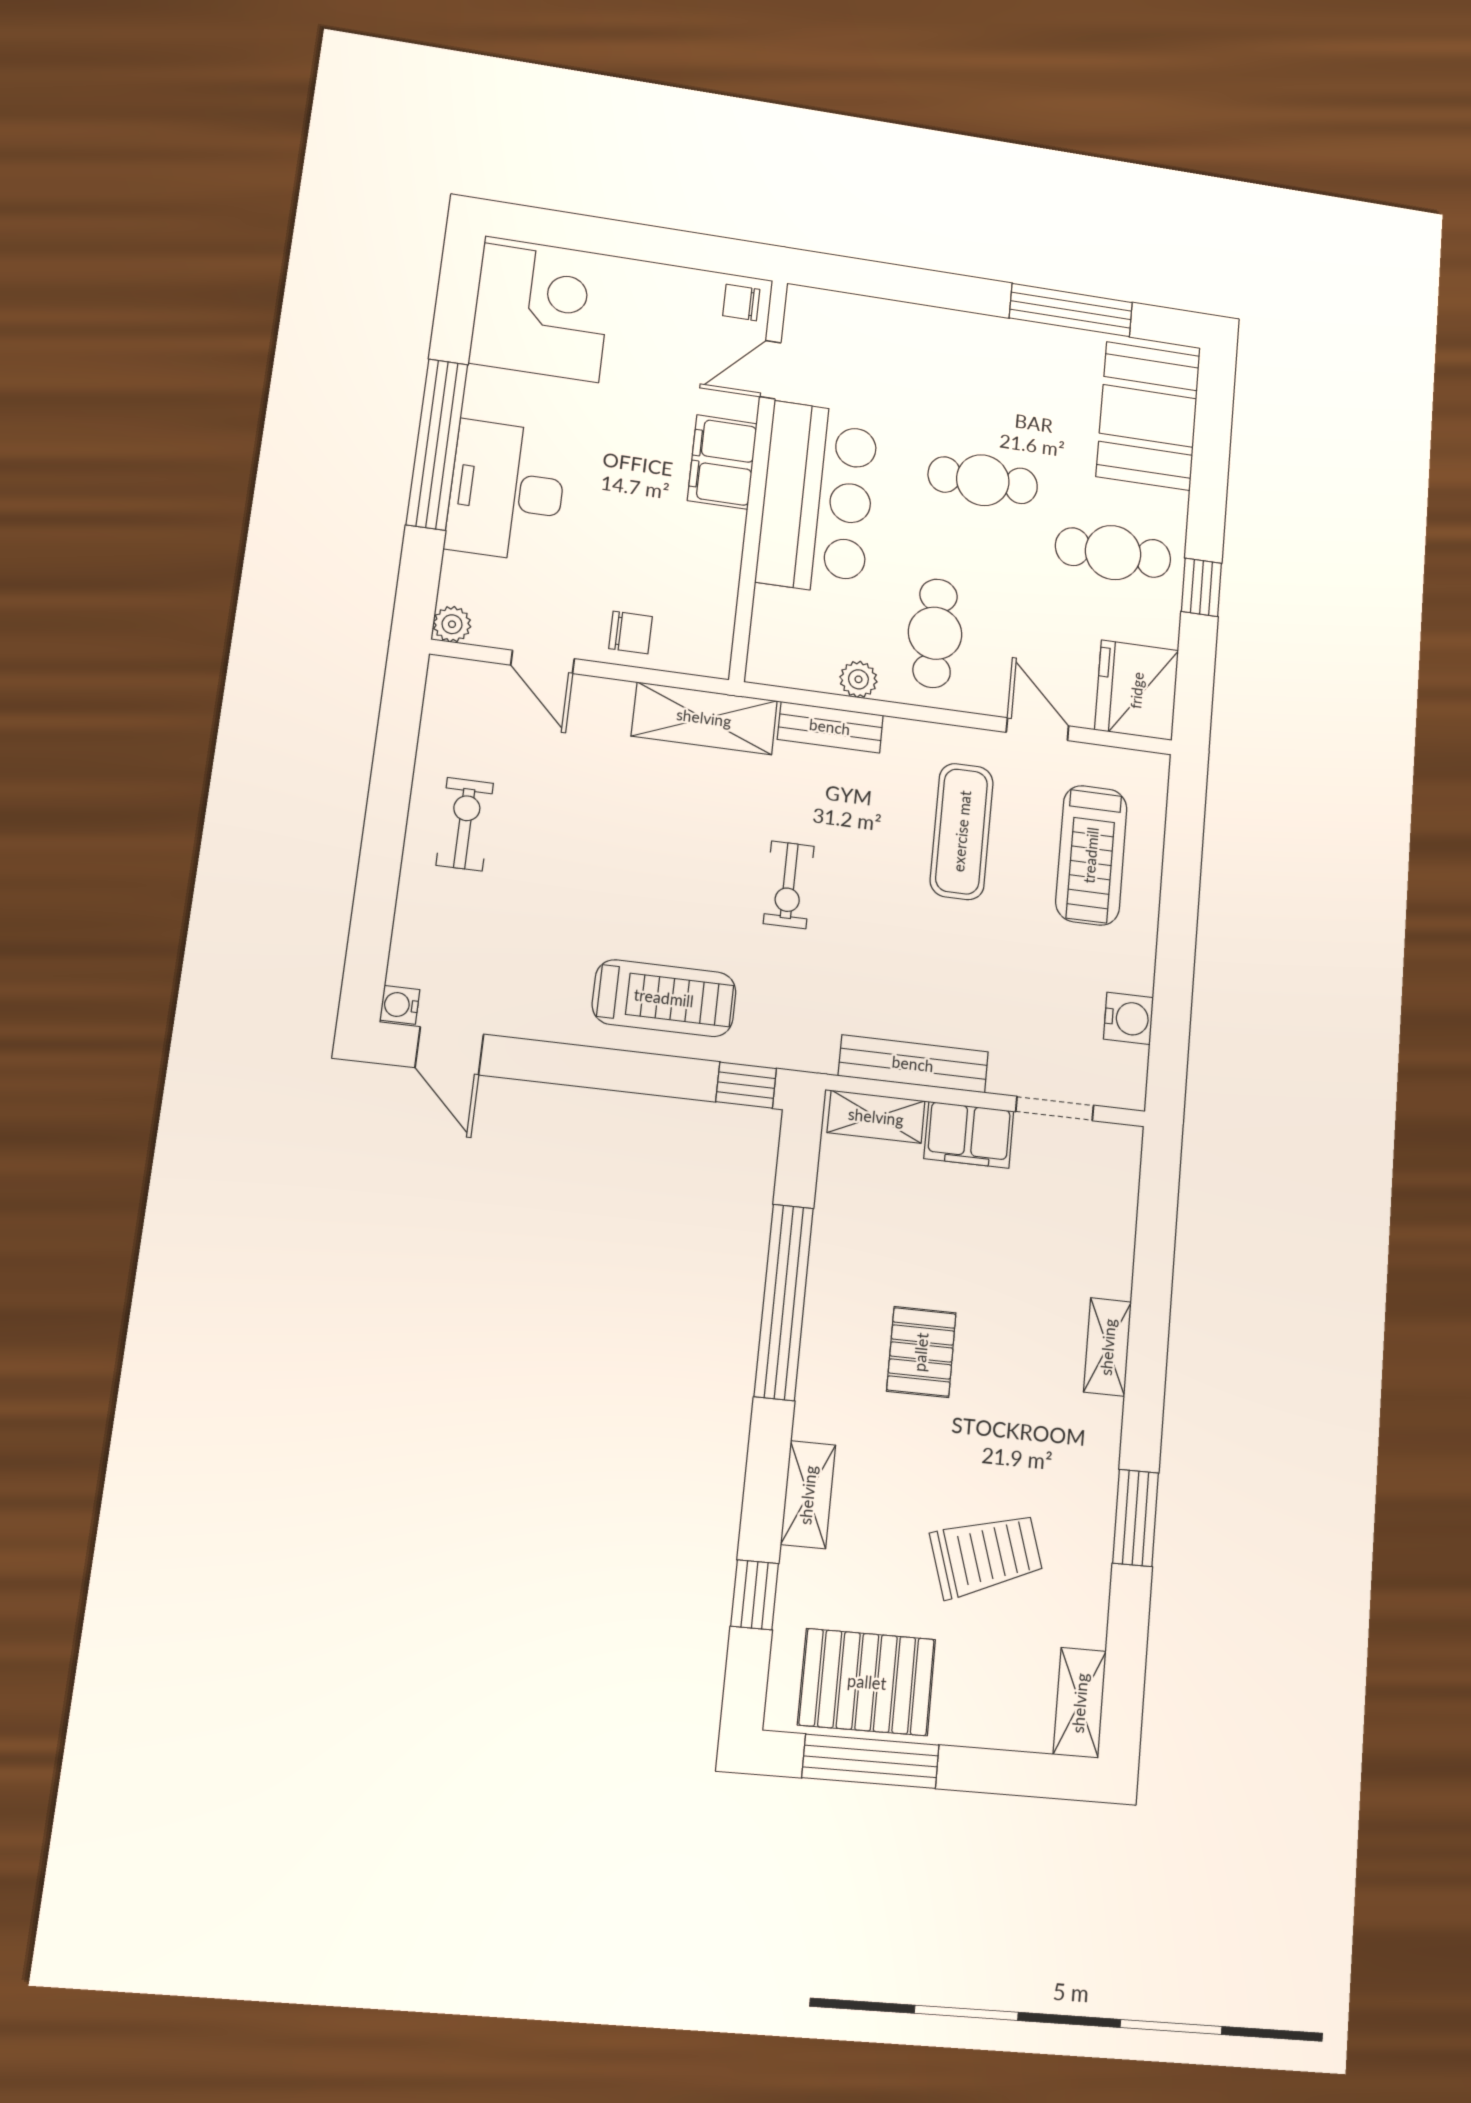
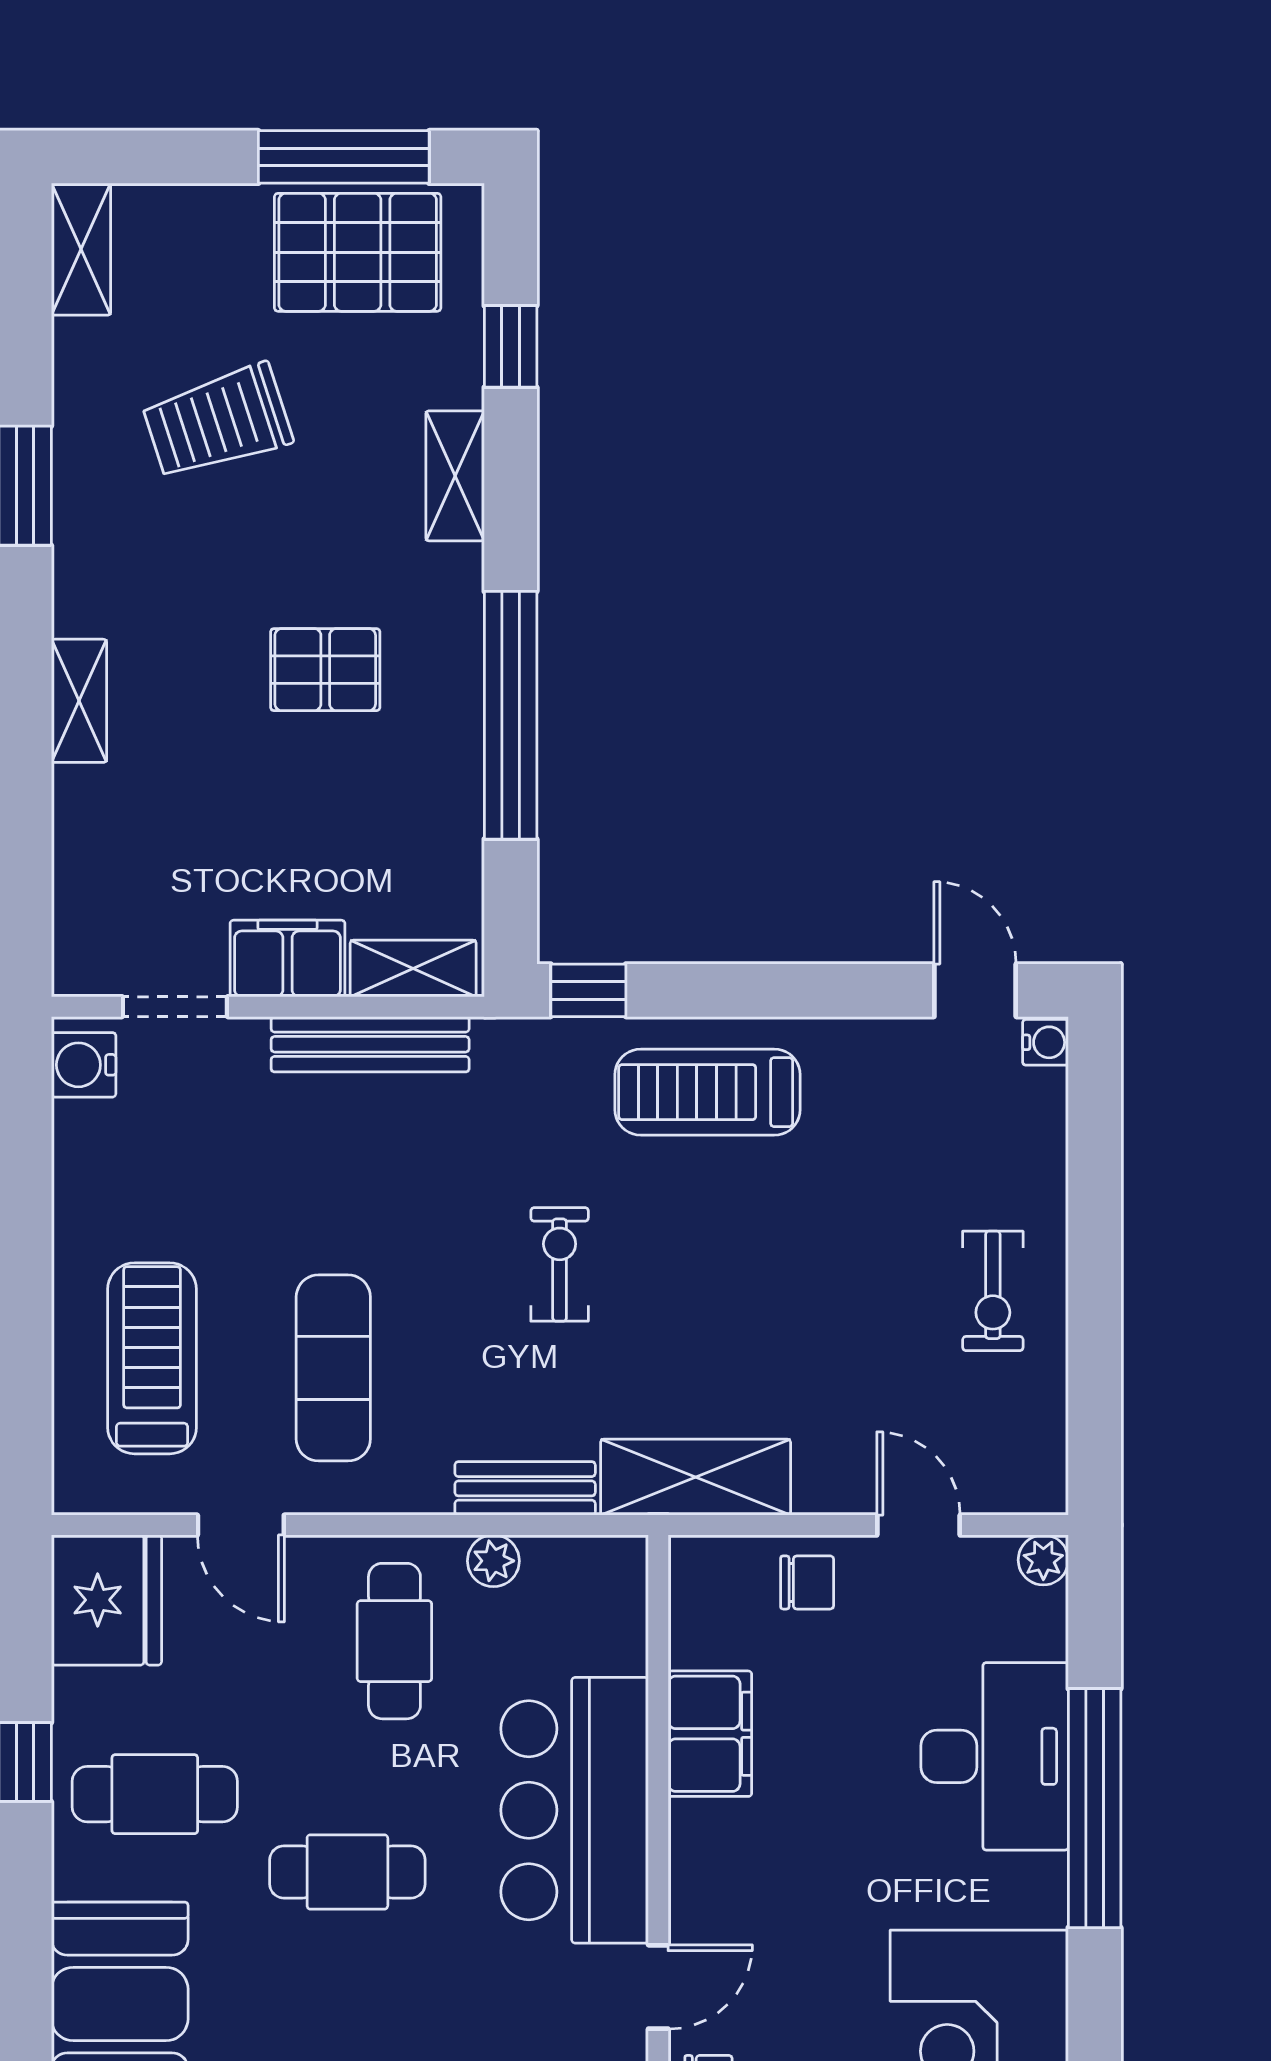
filing cabinet: (722, 462) -> (710, 1734), moved
chair: (631, 633) -> (807, 1582), turned 180
water cooler: (1128, 1018) -> (84, 1065), moved
pallet: (921, 1352) -> (325, 670), turned 90

